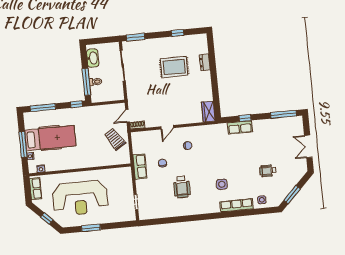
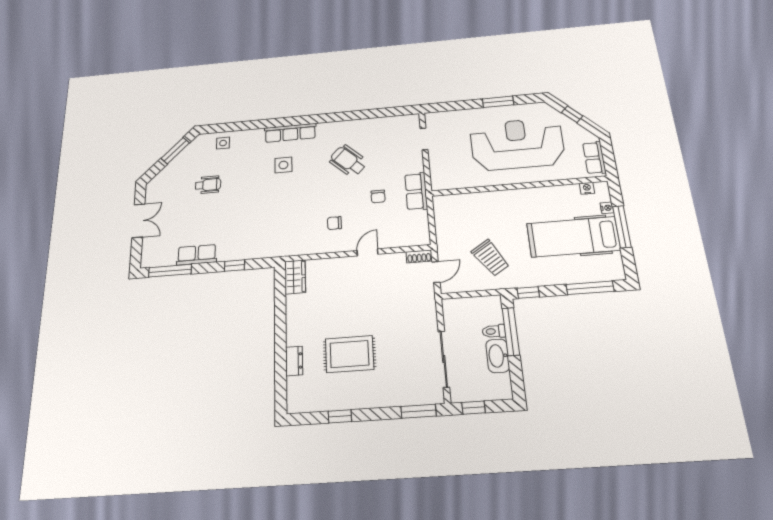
window: (107, 40) -> (474, 408), added
washbasin: (93, 58) -> (498, 356), moved
row of seats: (240, 127) -> (197, 255), moved
trolley: (115, 139) -> (490, 258), moved
wheelchair: (182, 187) -> (348, 161), turned -47
row of seats: (237, 205) -> (290, 133), moved

